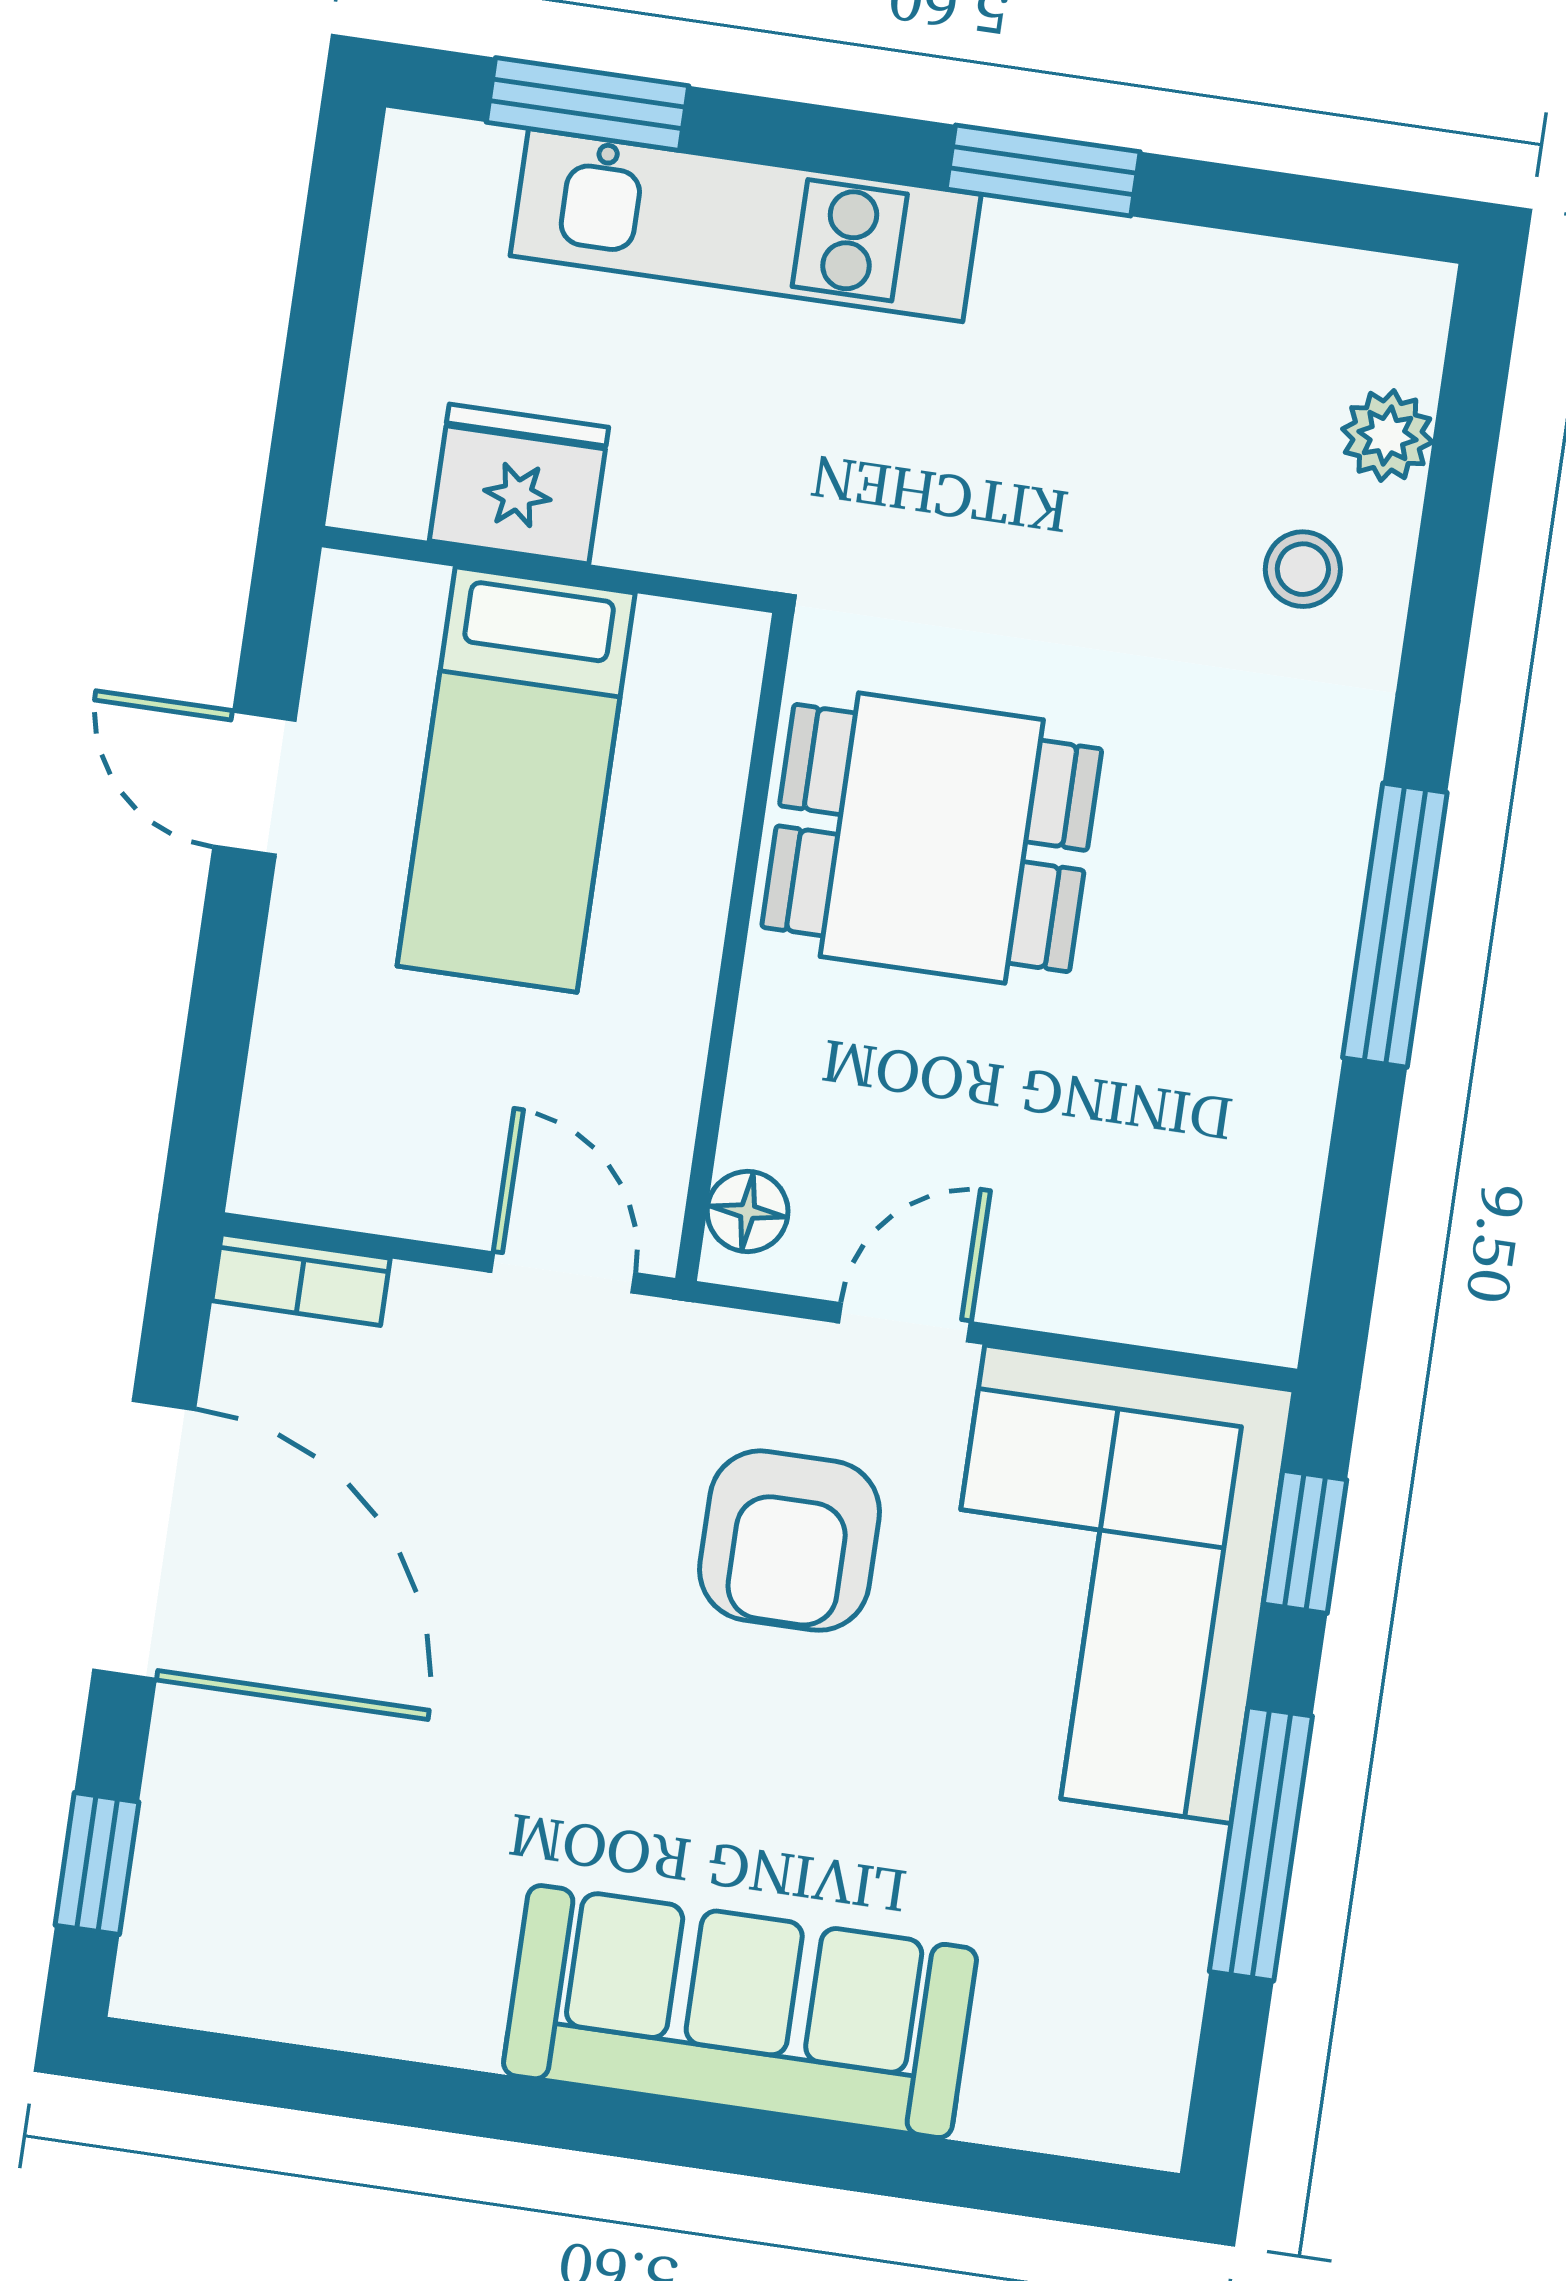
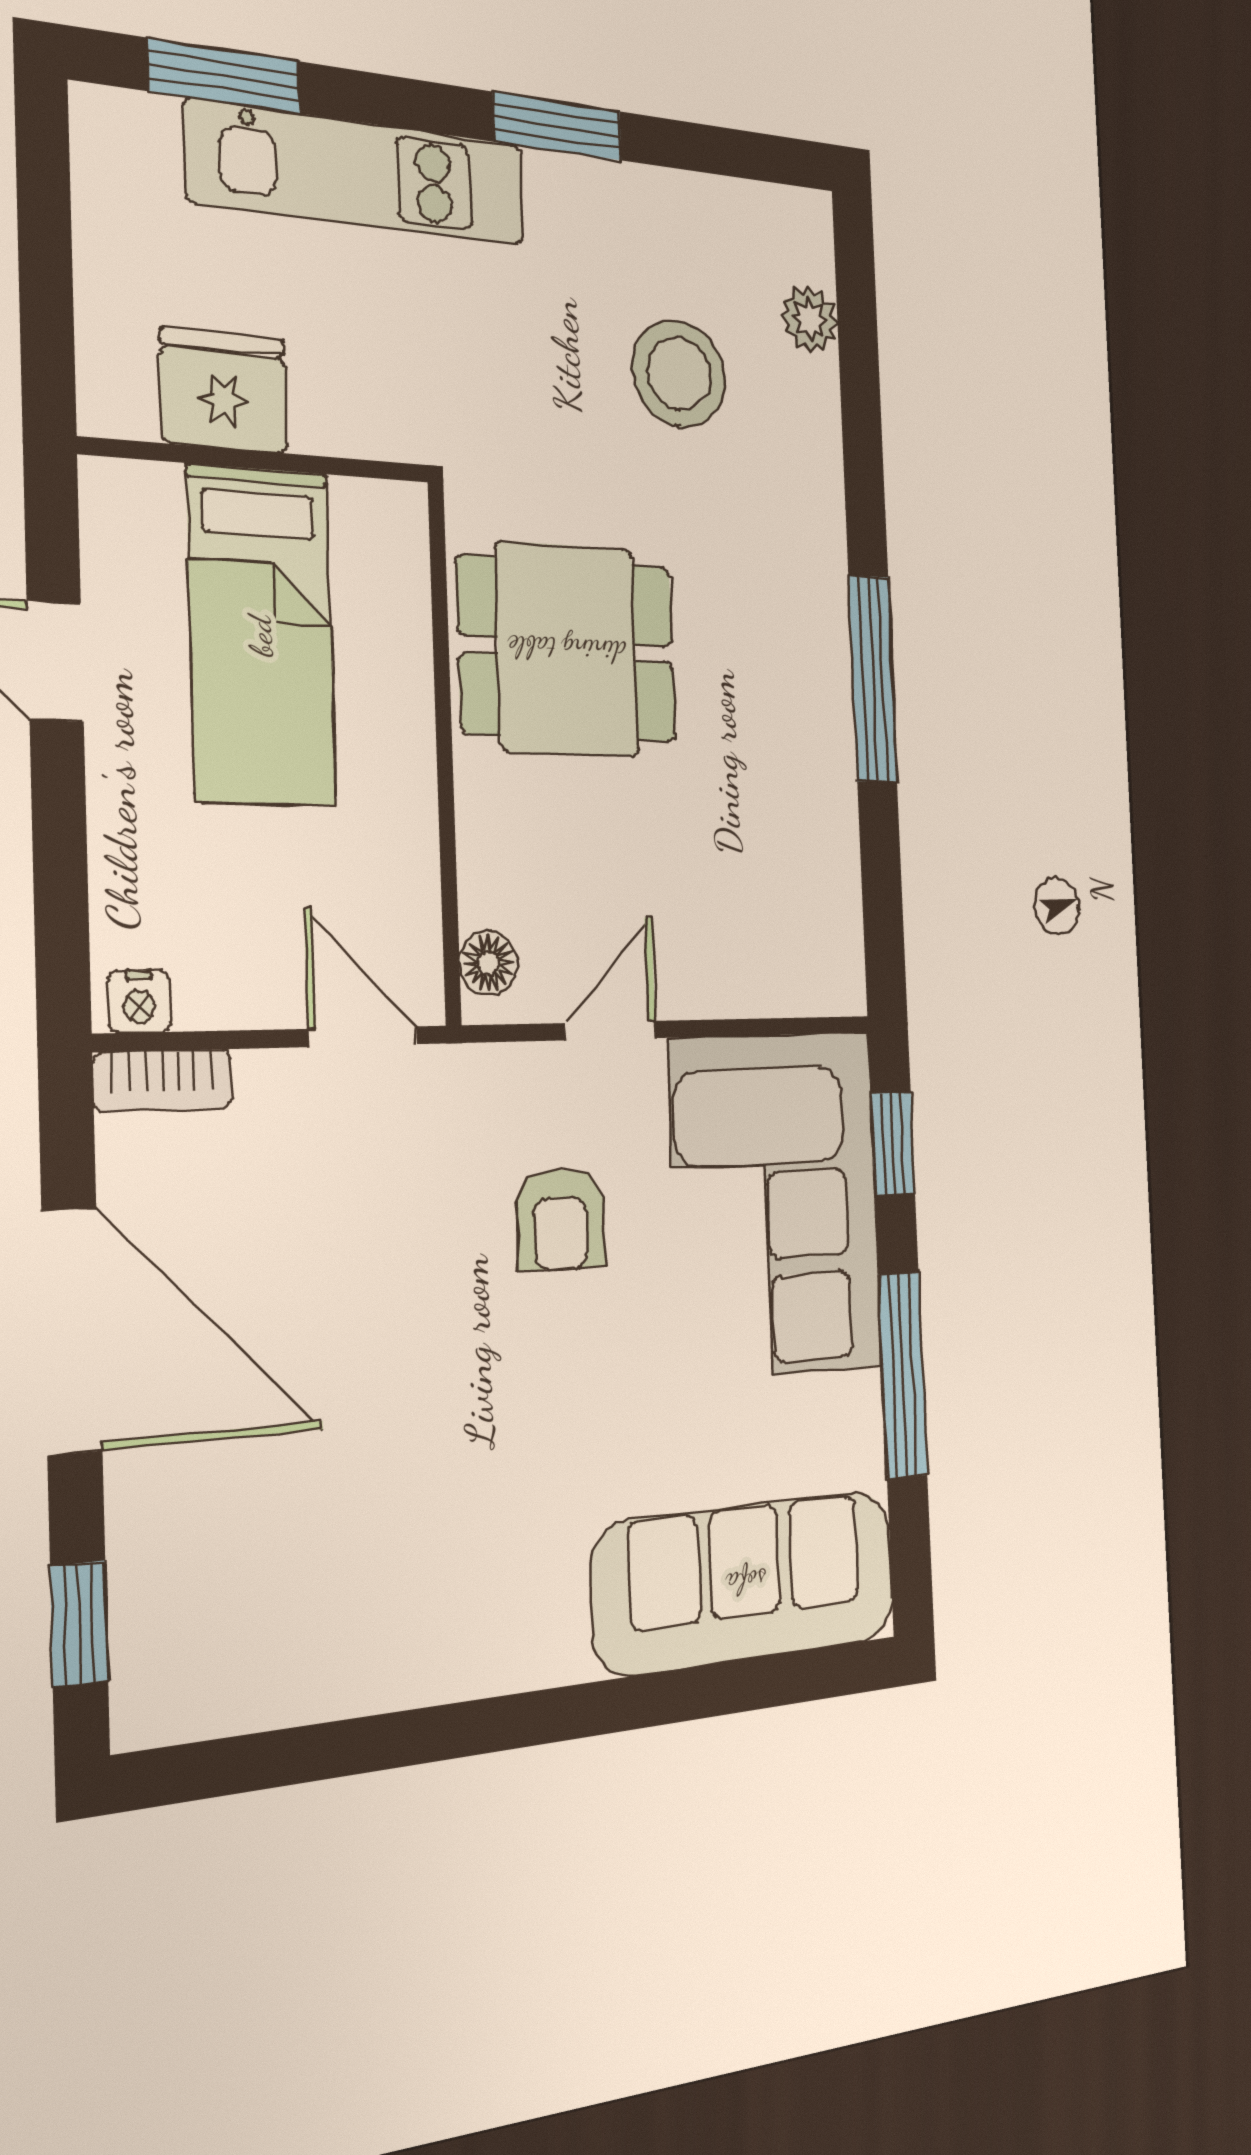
stool: (1303, 569) -> (679, 374), moved, width x1.89, depth x1.89
nightstand: (288, 1185) -> (139, 1002), added
armchair: (789, 1541) -> (561, 1219), width x0.72, depth x0.72
sofa: (740, 2012) -> (746, 1582), moved

